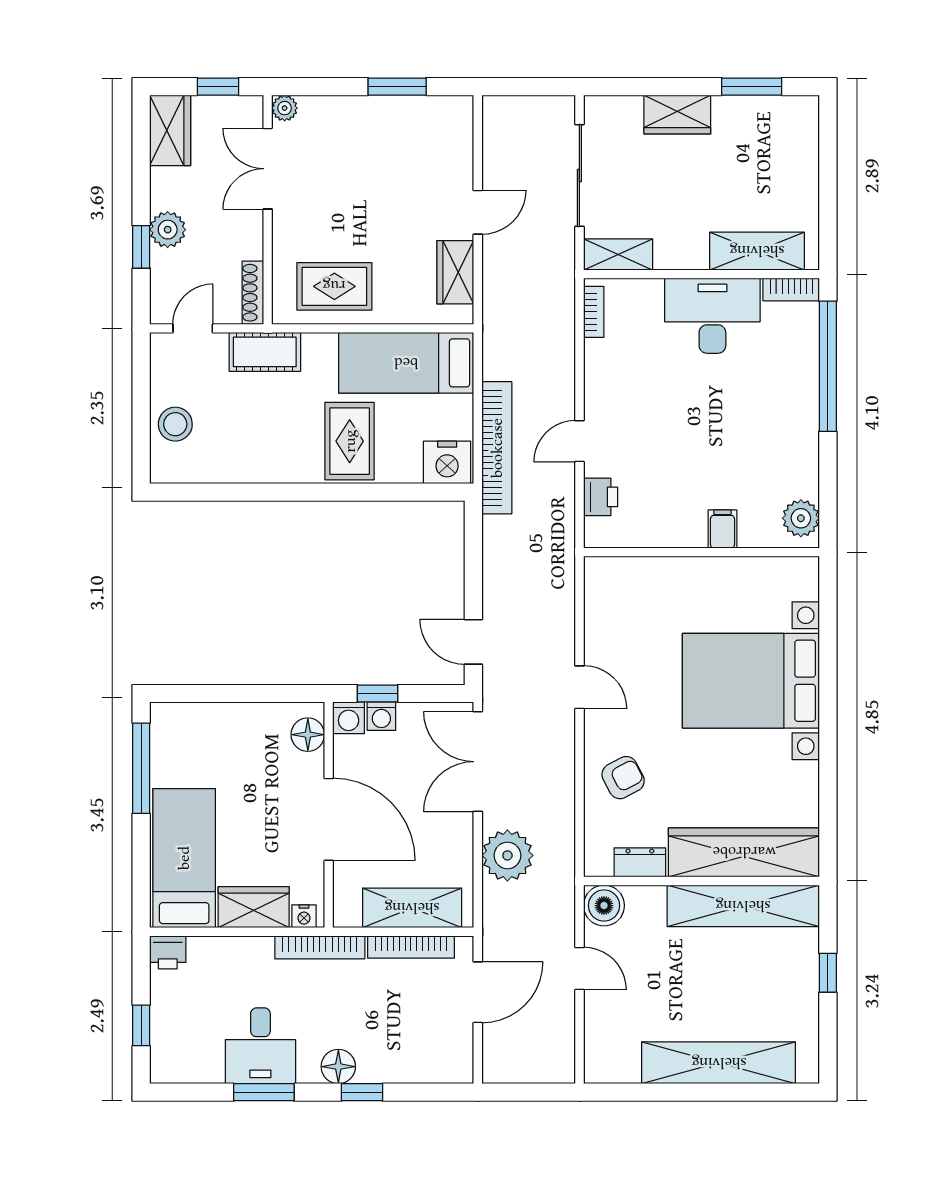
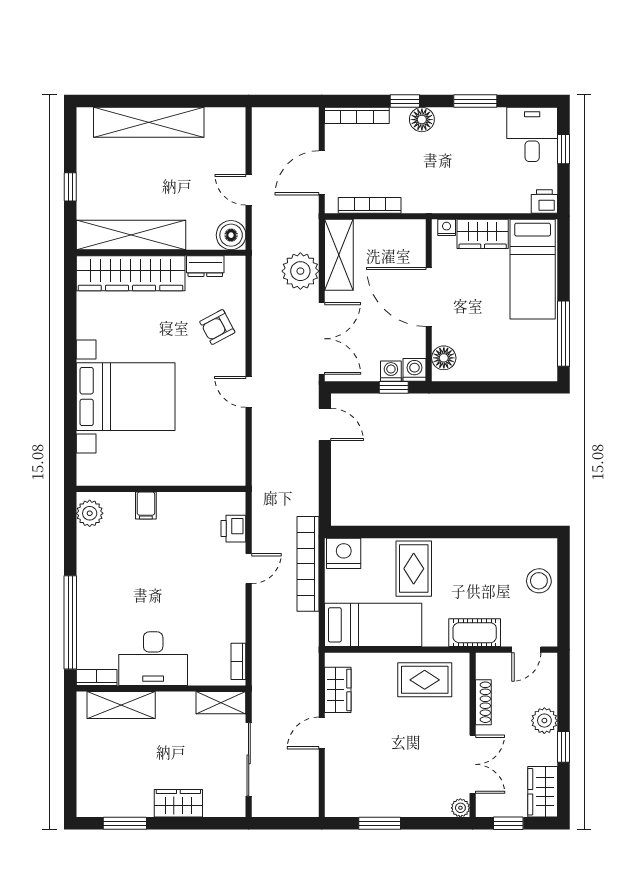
window: (141, 247) -> (563, 747), moved
shoe rack: (253, 293) -> (483, 702), moved
shelving: (412, 908) -> (339, 255), moved, turned 90
bookcase: (320, 947) -> (357, 115), moved, turned 180
desk: (260, 1046) -> (532, 134), moved

